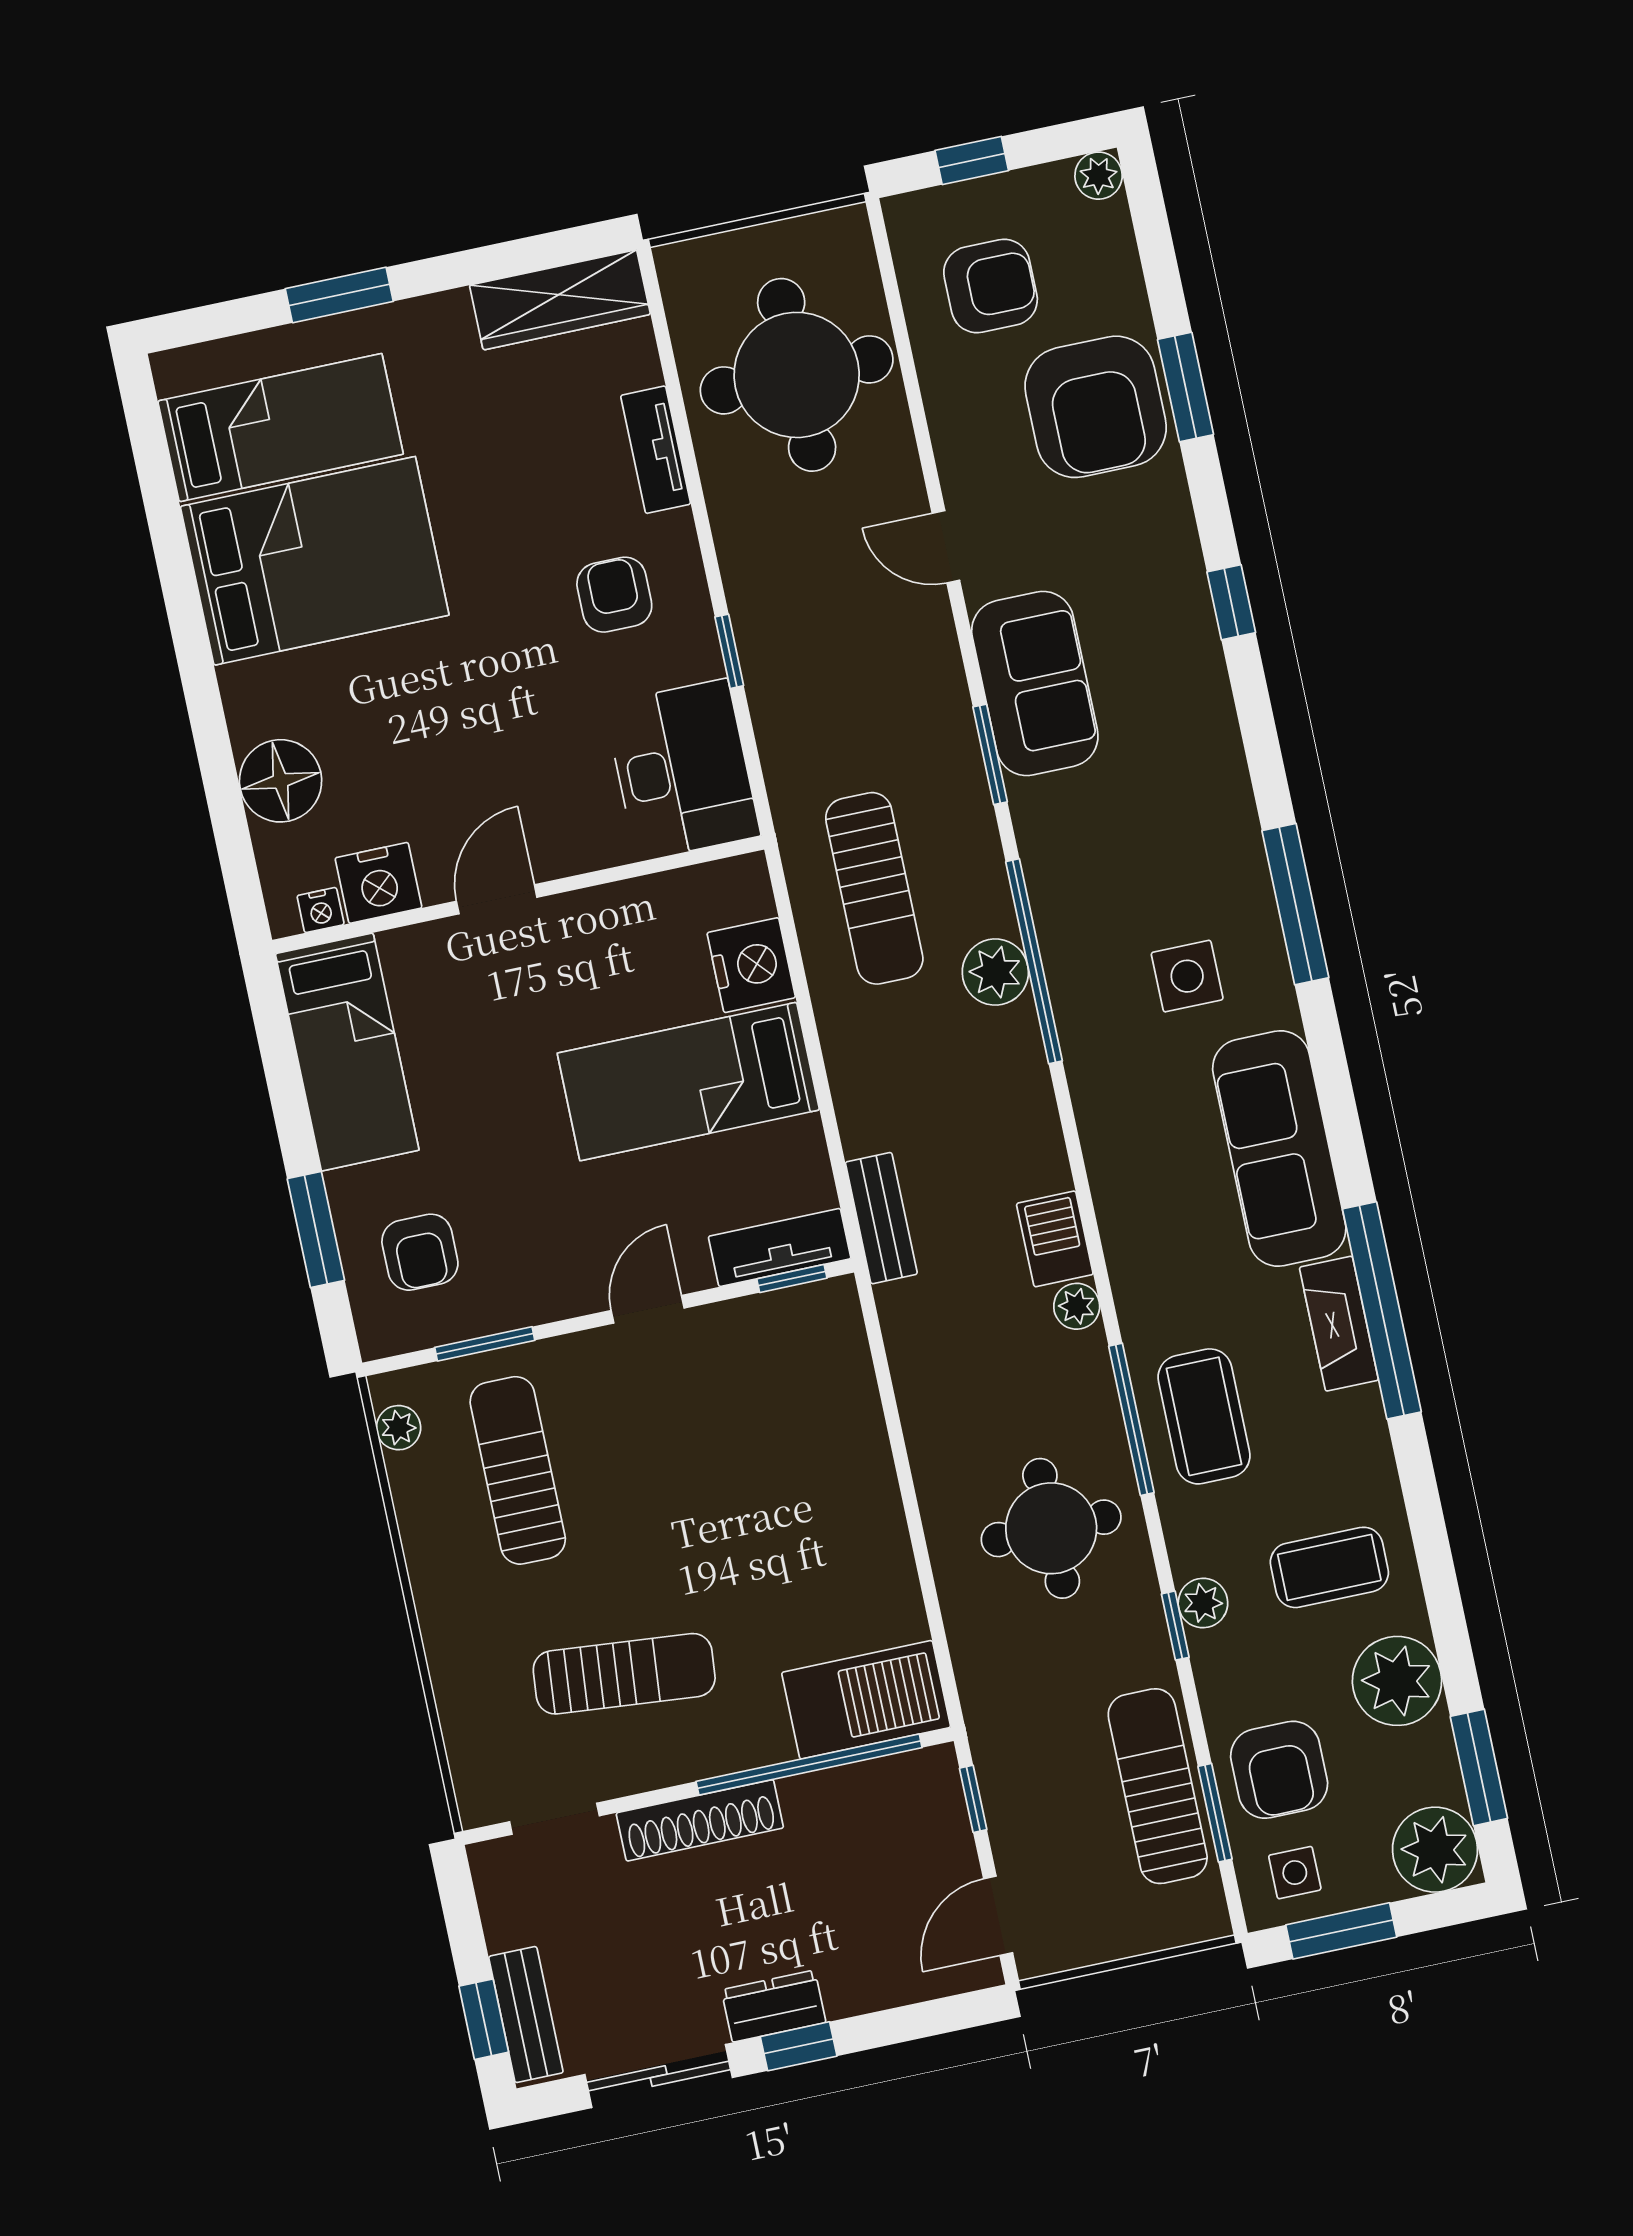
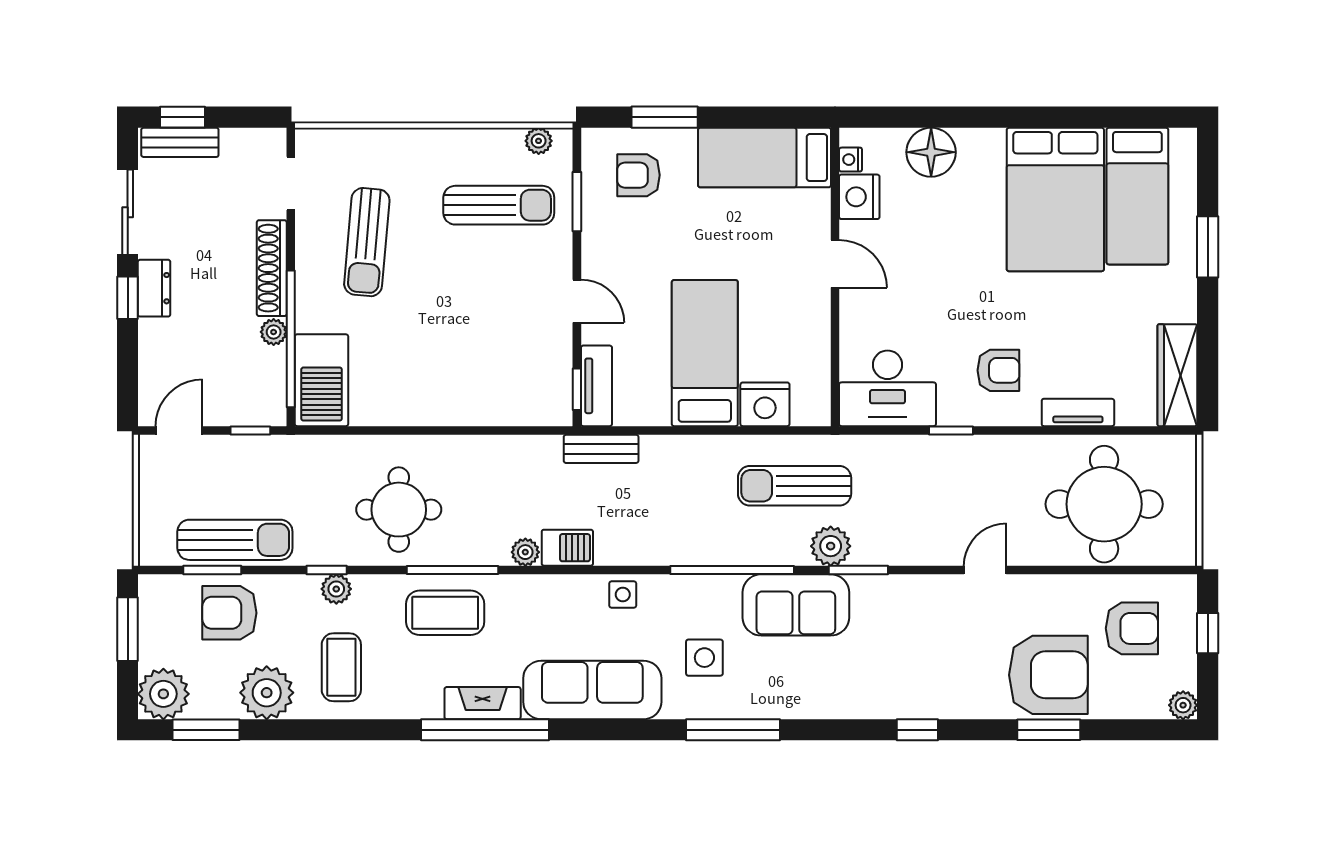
armchair: (991, 286) -> (1132, 628), turned -90
armchair: (1096, 407) -> (1048, 675), turned 180
sofa: (1035, 684) -> (796, 605), moved
plant: (995, 972) -> (831, 546), moved
plant: (804, 1795) -> (274, 332), added
side table: (1295, 1873) -> (623, 595), moved
door: (998, 1916) -> (179, 430), hinge flipped

